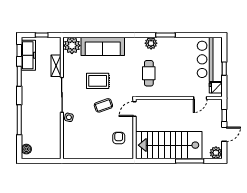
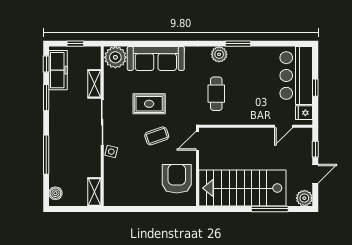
armchair: (119, 138) -> (177, 179), width x1.88, depth x1.88
shelving: (56, 148) -> (94, 192), added

